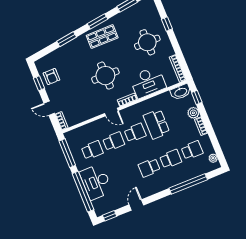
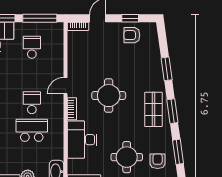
armchair: (141, 17) -> (158, 161), added
school desk: (135, 133) -> (32, 103), turned 180
school desk: (114, 141) -> (32, 75), removed
school desk: (92, 150) -> (32, 47), turned 180

